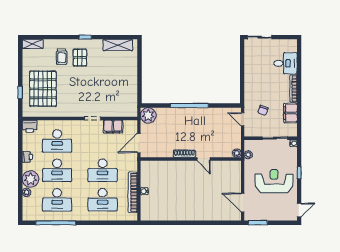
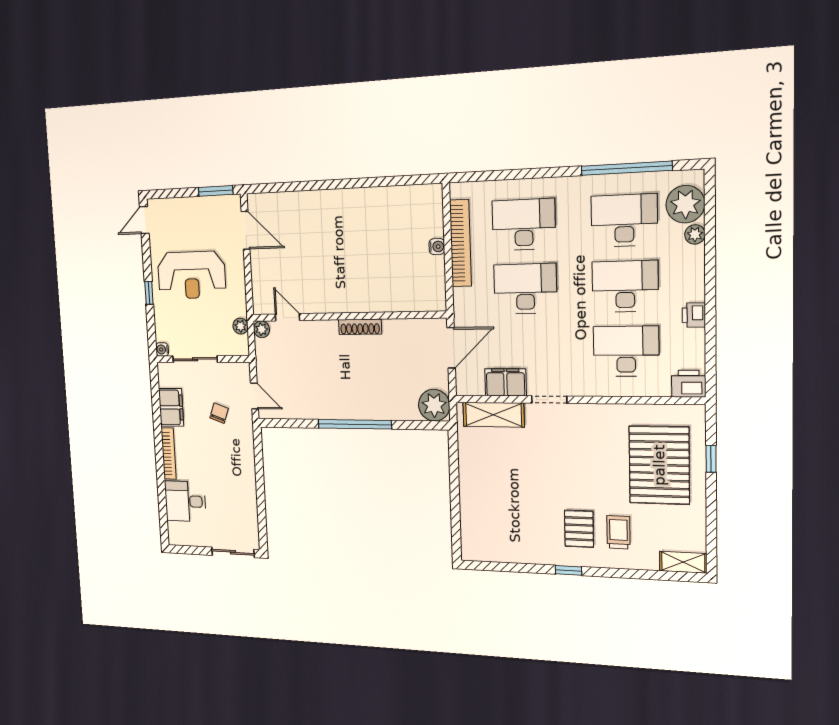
shelving: (118, 45) -> (494, 415), moved
door: (204, 159) -> (287, 317), moved
plant: (30, 179) -> (685, 204), moved

